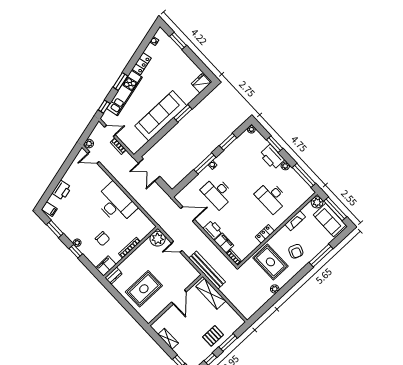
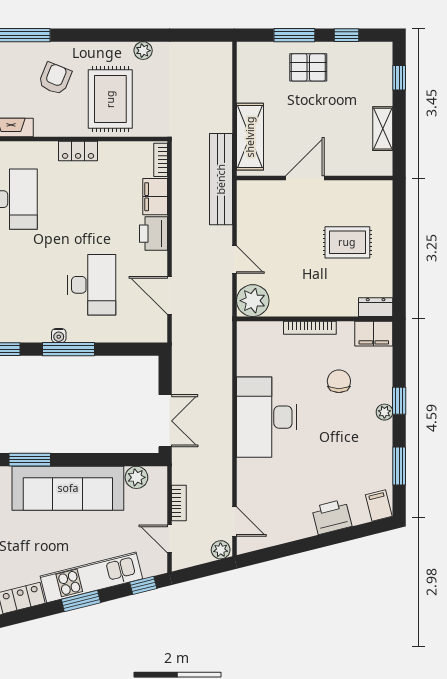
plant: (141, 141) -> (136, 477), added
rug: (144, 289) -> (347, 242), width x0.73, depth x0.70

